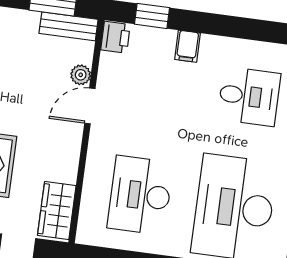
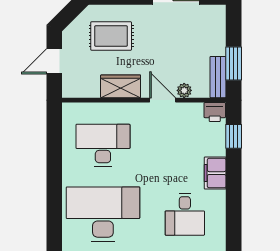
filing cabinet: (187, 46) -> (215, 173), width x2.00
wardrobe: (57, 210) -> (121, 86), moved

